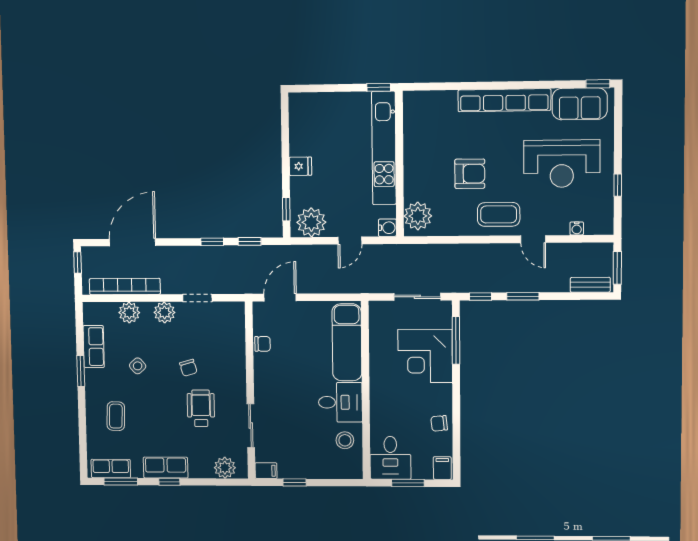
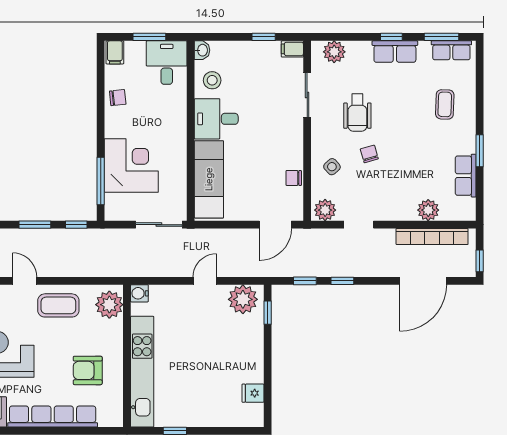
kitchen unit: (384, 148) -> (142, 372), moved
wall: (400, 164) -> (127, 356), moved
fridge: (300, 166) -> (253, 393), moved
armchair: (470, 174) -> (88, 370), moved
plant: (418, 216) -> (109, 305), moved
water cooler: (387, 228) -> (139, 293), moved
sliding door: (417, 297) -> (159, 225), moved
plant: (164, 312) -> (325, 210), moved
side table: (138, 366) -> (332, 167), moved
washbasin: (355, 470) -> (202, 50), added

